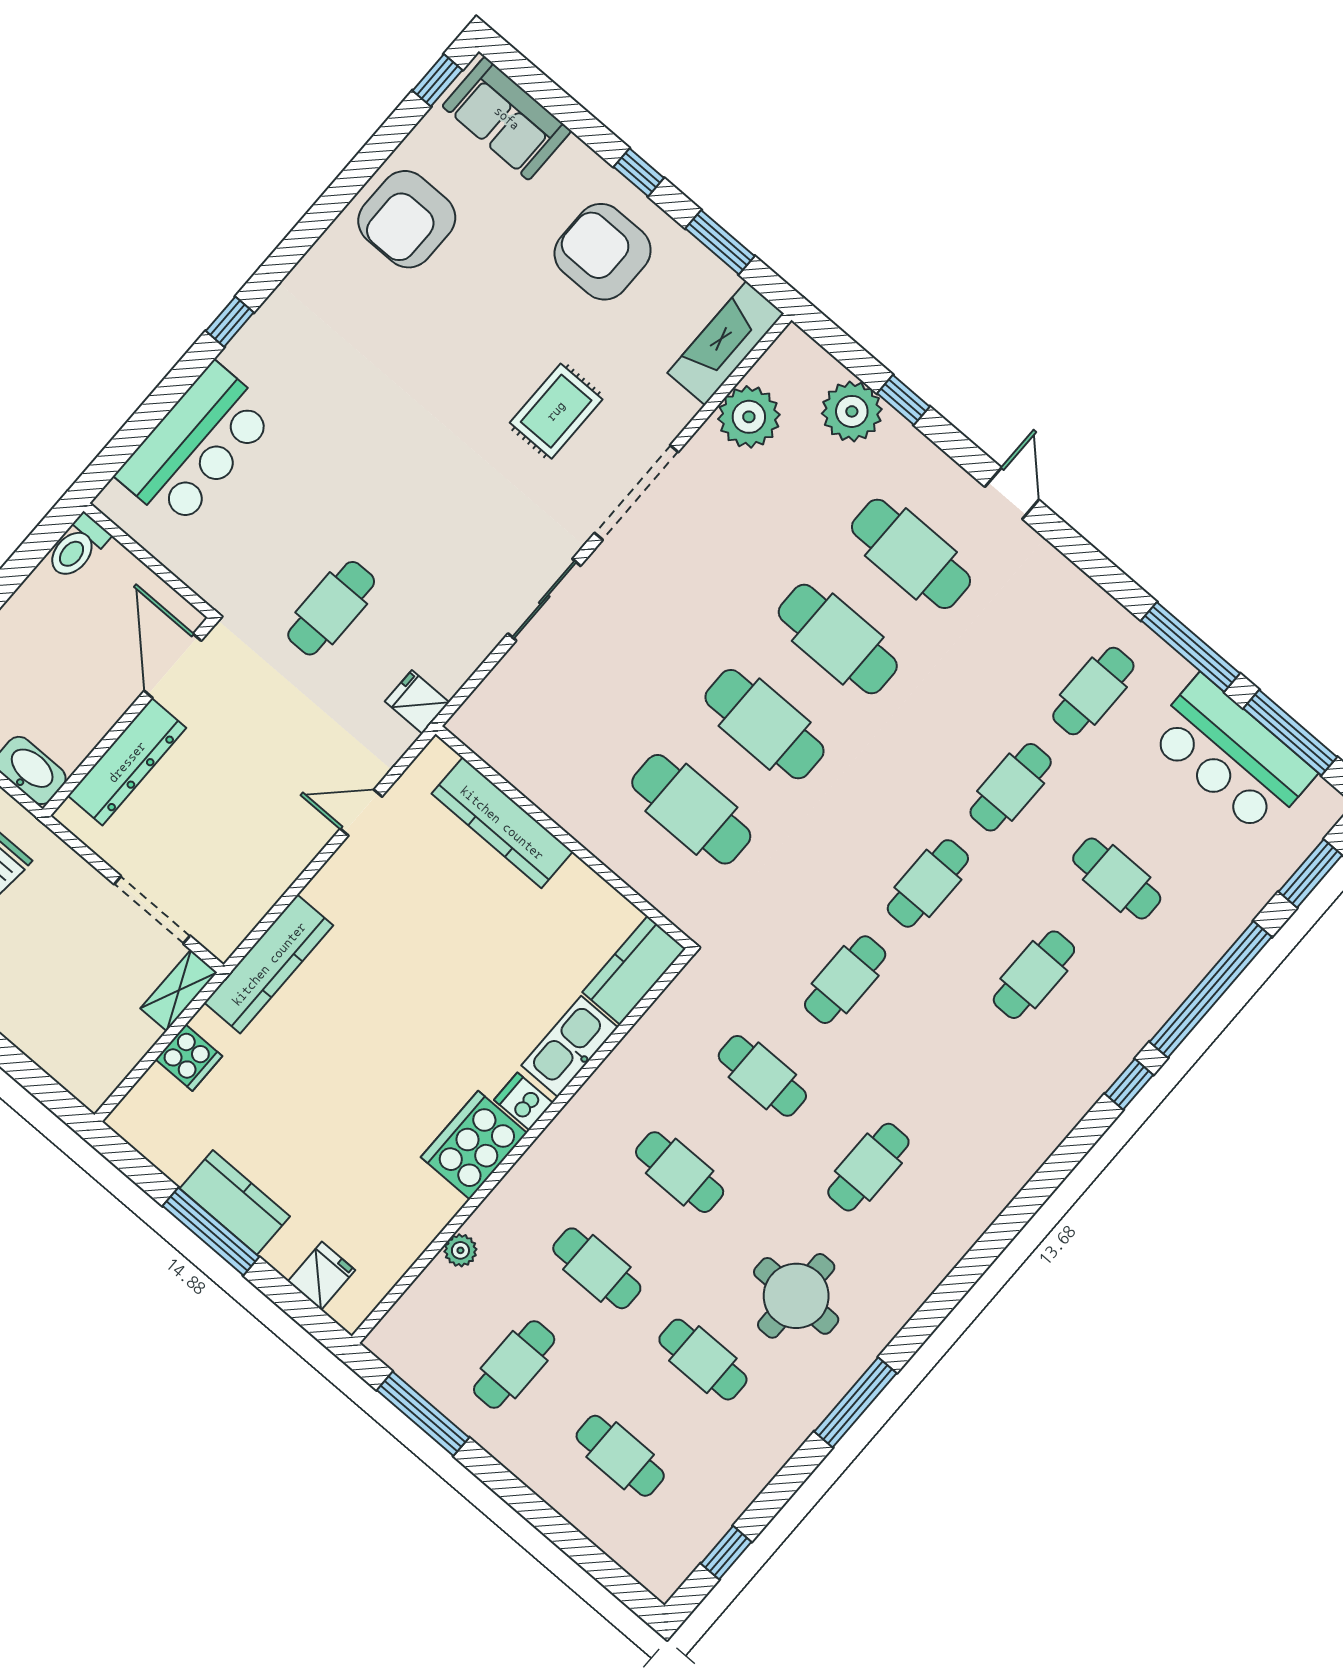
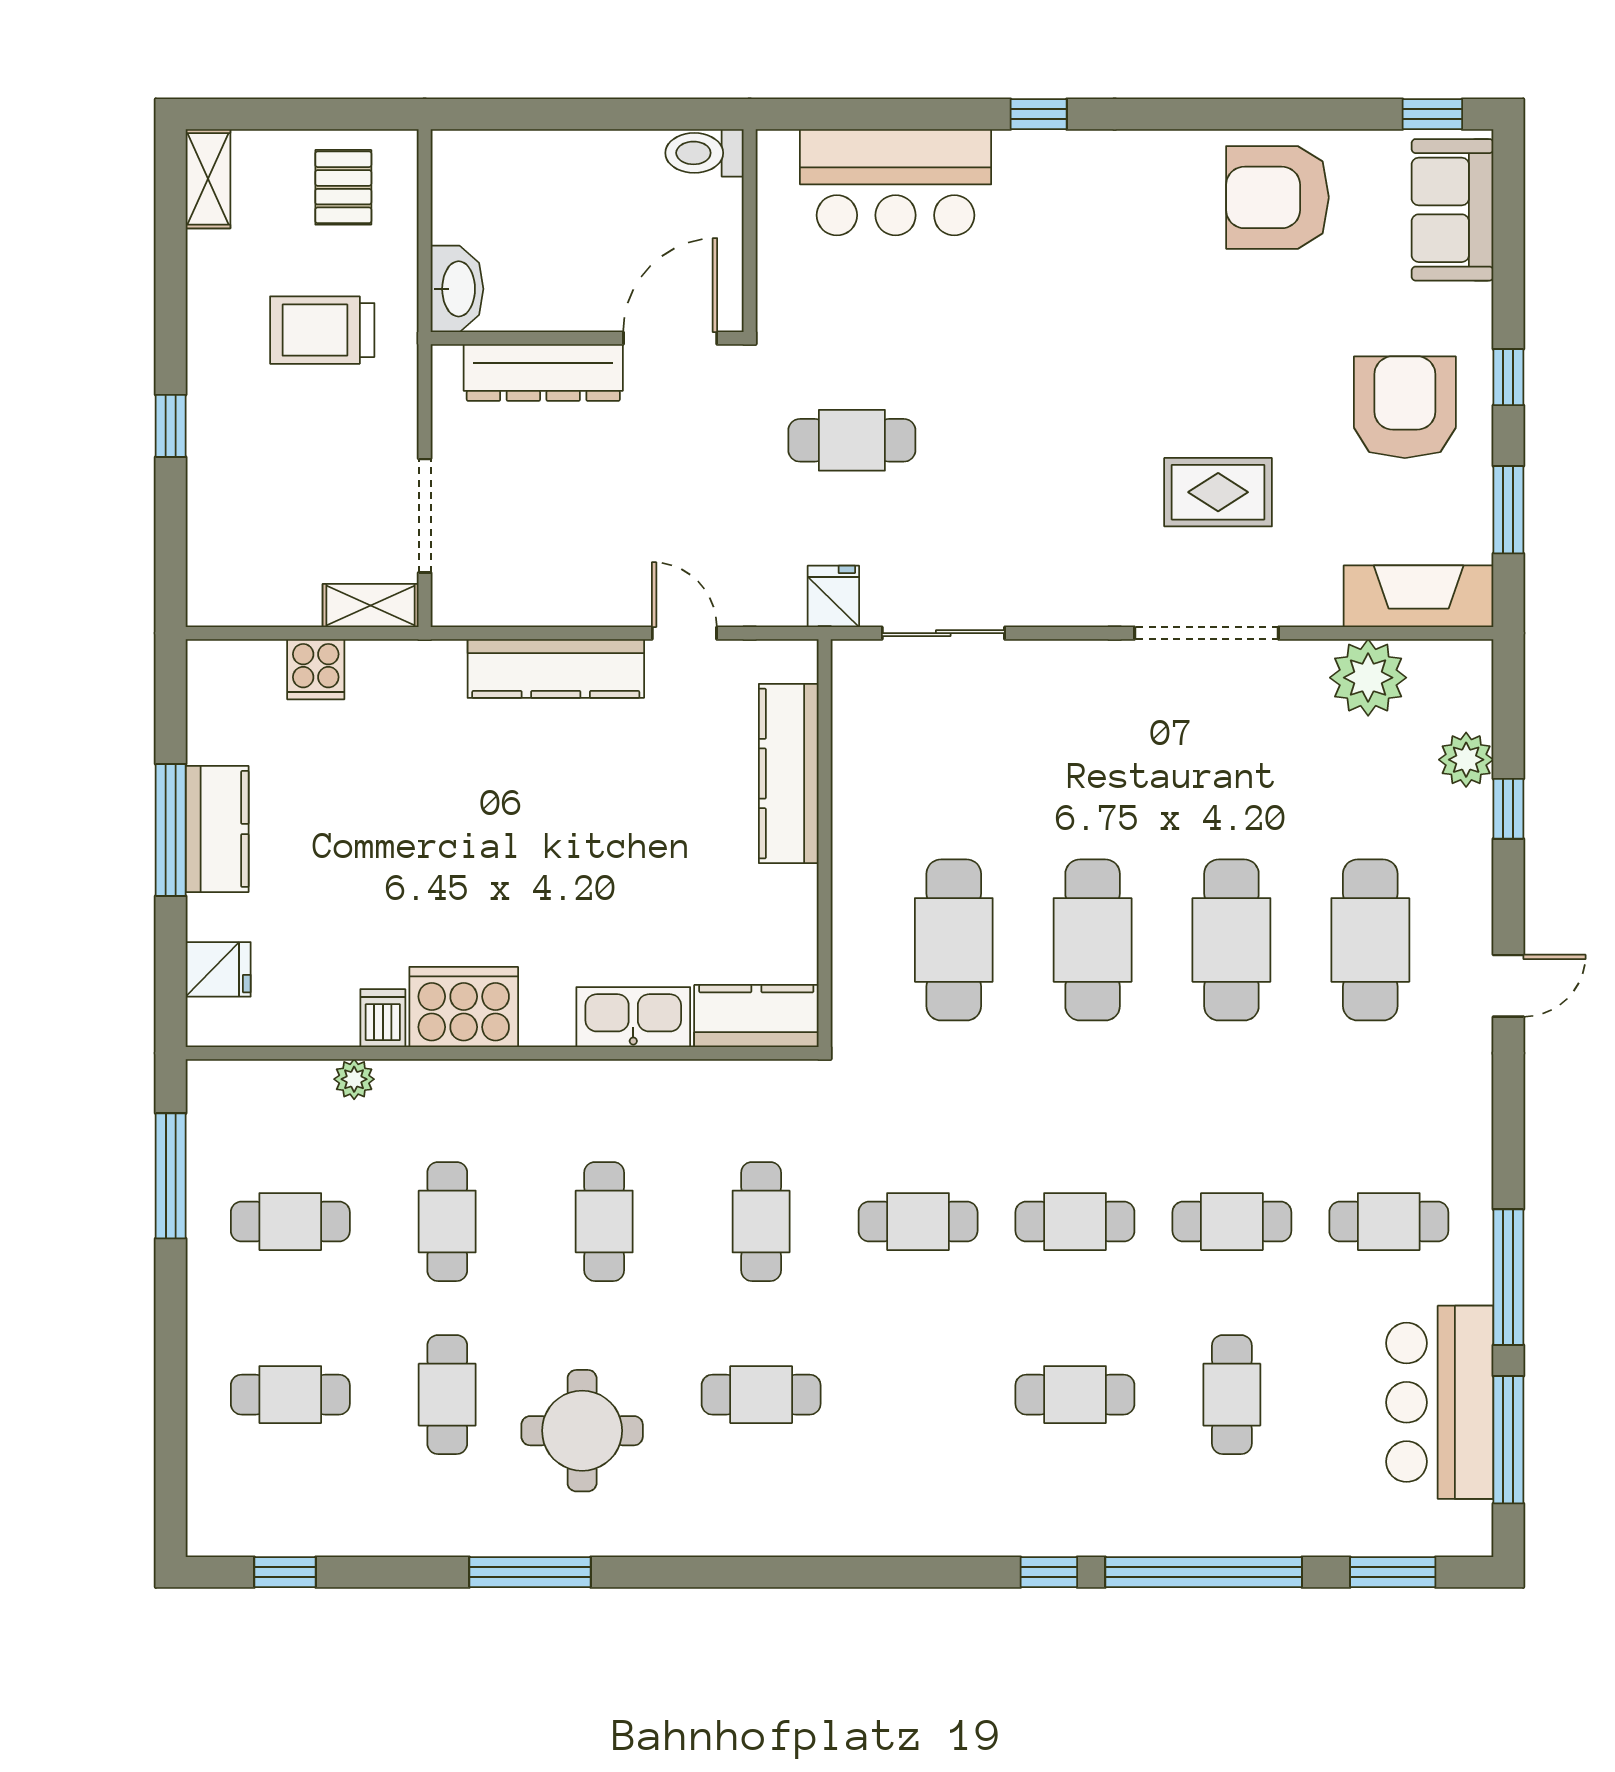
plant: (852, 411) -> (1466, 760), width x0.73, depth x0.73
sliding door: (544, 600) -> (943, 633), moved
kitchen counter: (269, 964) -> (556, 669), moved
dishwasher: (523, 1101) -> (383, 1018), moved
cafe table: (620, 1456) -> (290, 1395), turned 90

